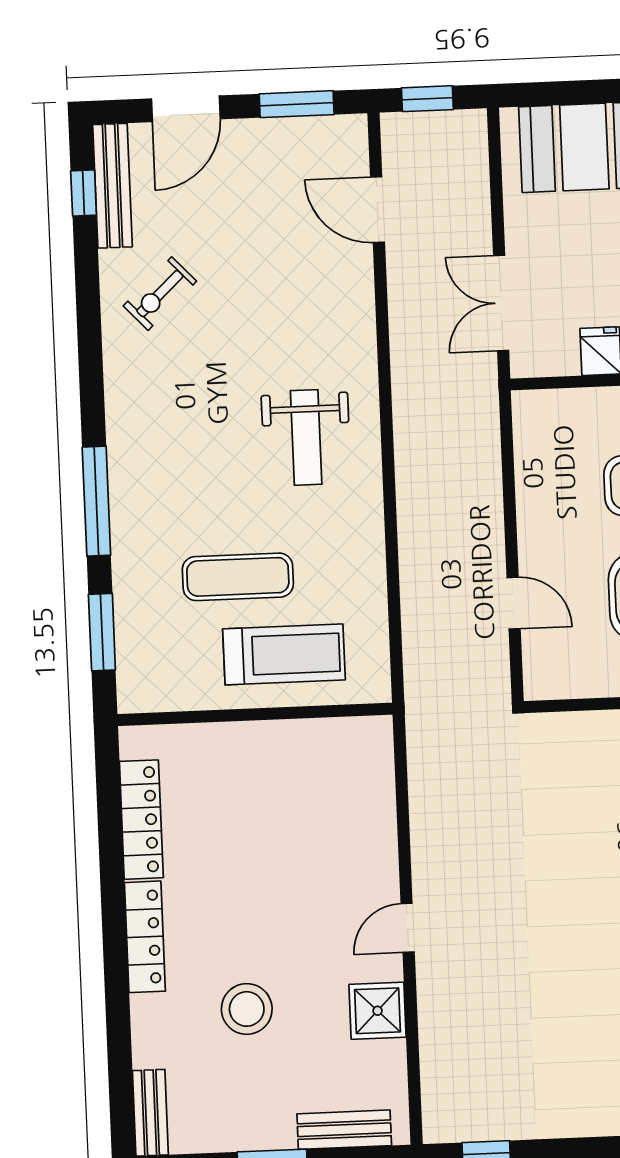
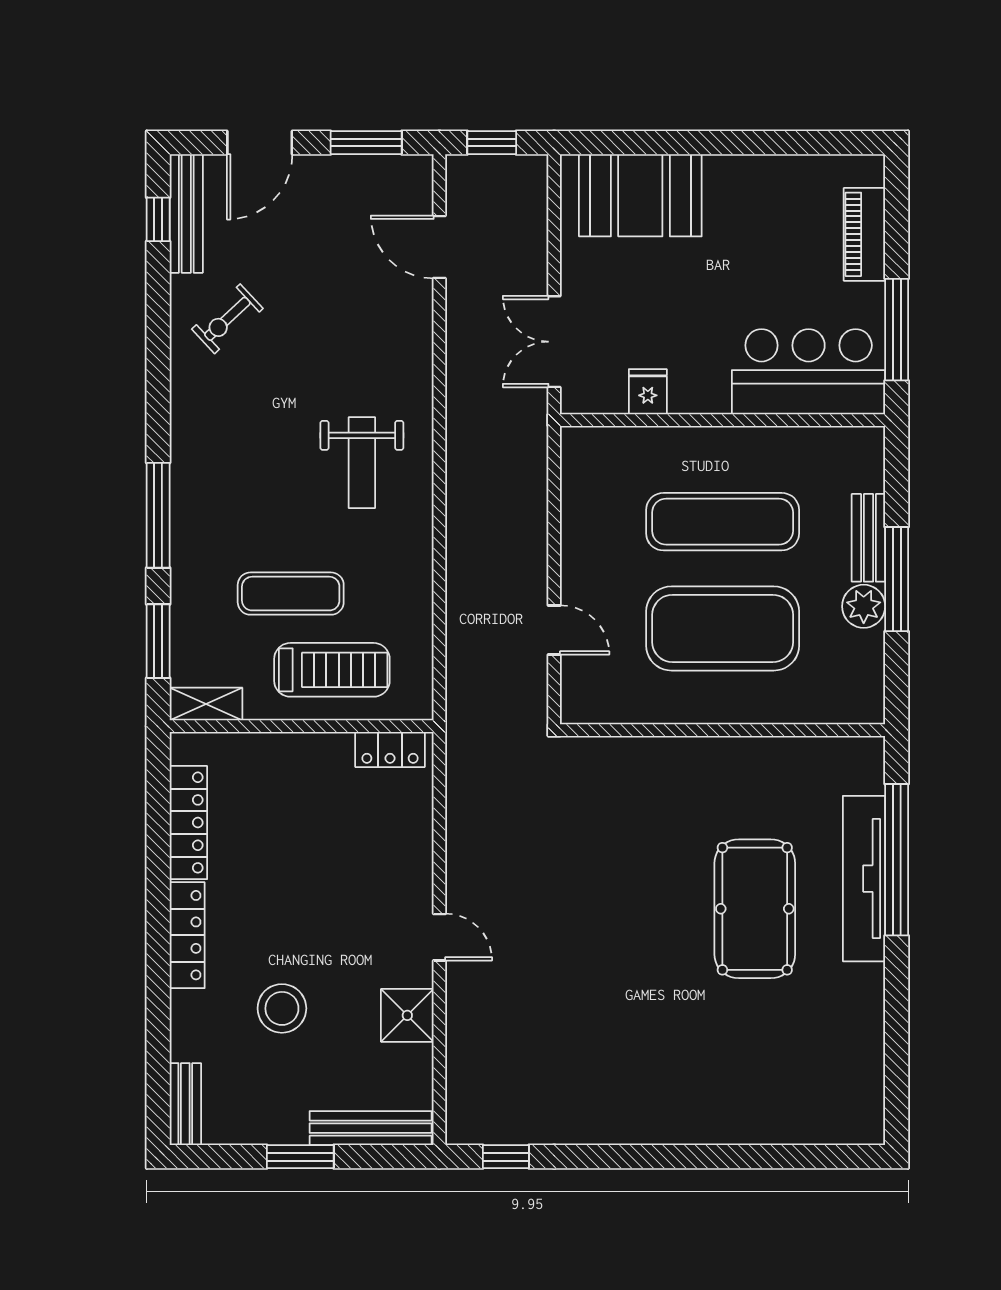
shelving: (154, 696) -> (206, 704), added
locker: (348, 735) -> (390, 750), added
door: (408, 928) -> (439, 937), swing flipped
bench: (344, 1130) -> (371, 1128), width x1.36

